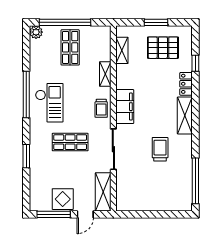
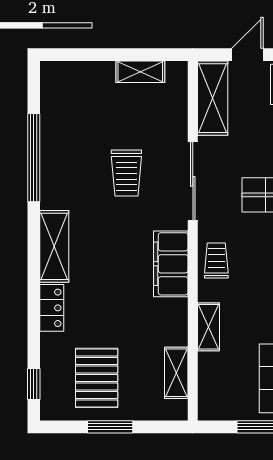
pallet: (163, 48) -> (97, 378), turned 90
window: (195, 63) -> (34, 384), moved
trolley: (160, 149) -> (126, 173), moved
window: (195, 181) -> (34, 158), moved
shelving: (140, 206) -> (140, 72), added

